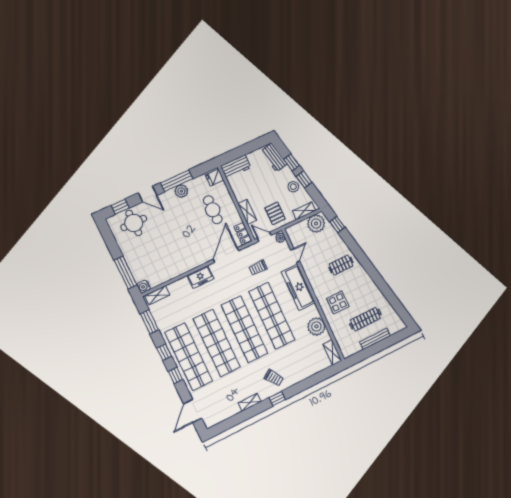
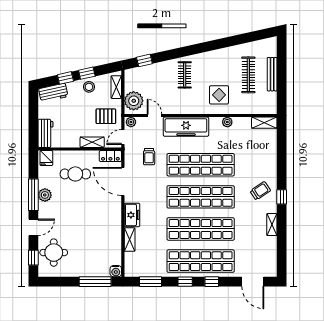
plant: (316, 223) -> (134, 101), moved
shelving: (157, 295) -> (130, 240), moved
plant: (316, 326) -> (227, 122), width x0.53, depth x0.53

